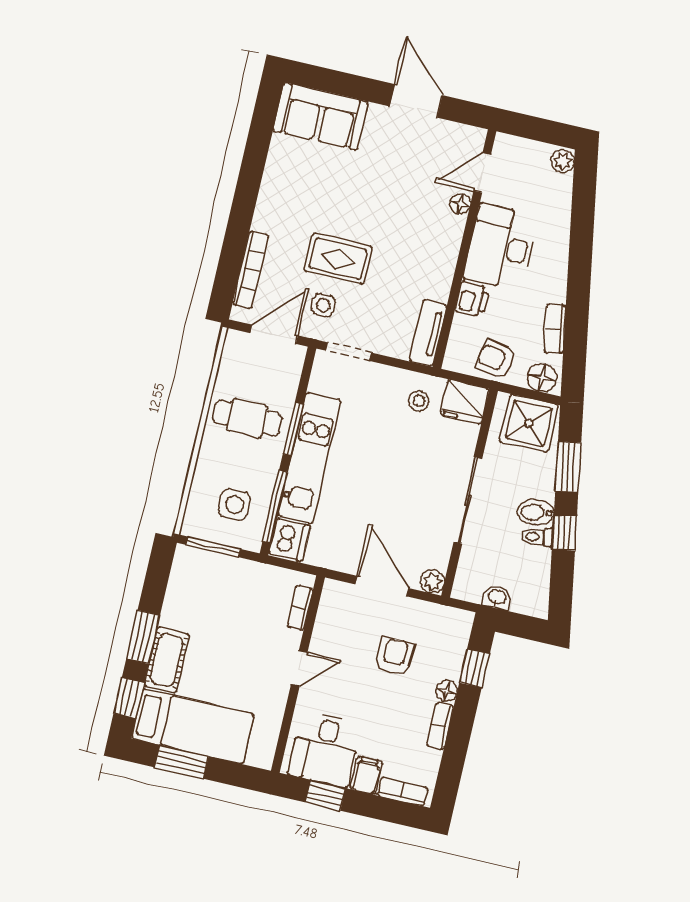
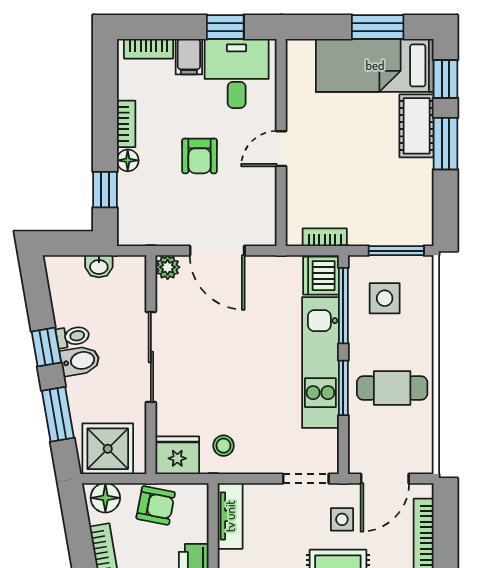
bookcase: (300, 608) -> (325, 237), moved, turned -90
armchair: (395, 656) -> (200, 156), moved

